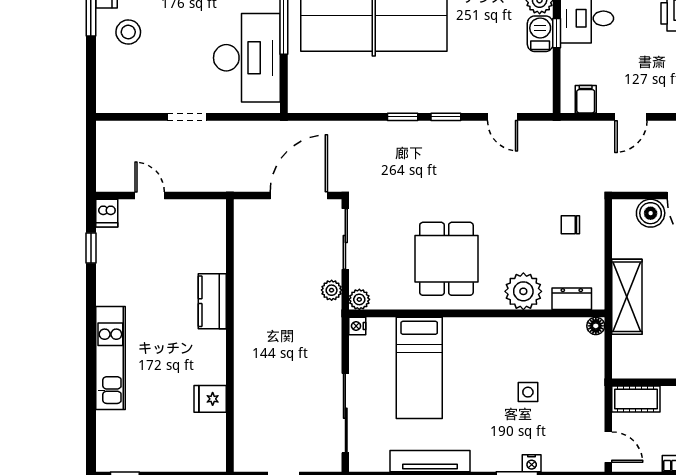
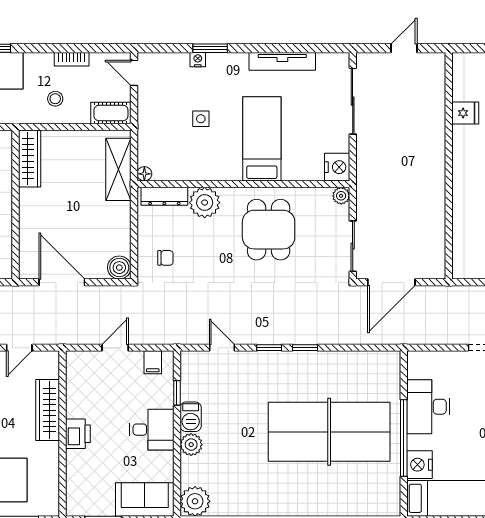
window: (557, 33) -> (177, 393), moved
desk: (247, 58) -> (428, 407), width x0.73, depth x0.77
boiler: (651, 213) -> (119, 268), moved
plant: (332, 290) -> (364, 203), removed
shelving: (627, 297) -> (118, 169), moved
dresser: (572, 299) -> (164, 196), width x1.44
kitchen counter: (212, 301) -> (463, 194), removed
nightstand: (357, 326) -> (337, 167), width x1.89, depth x1.79
bed: (419, 368) -> (262, 139), moved

